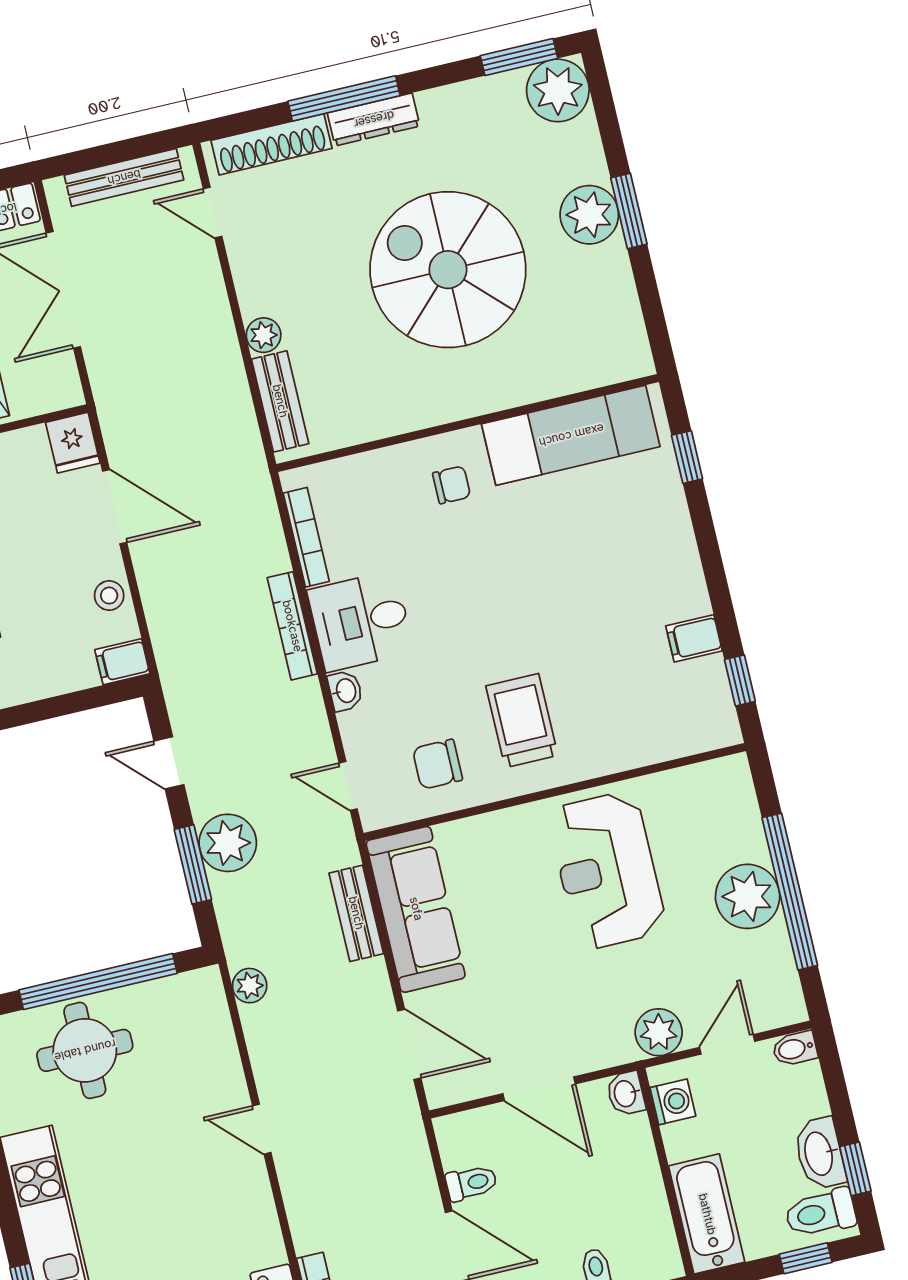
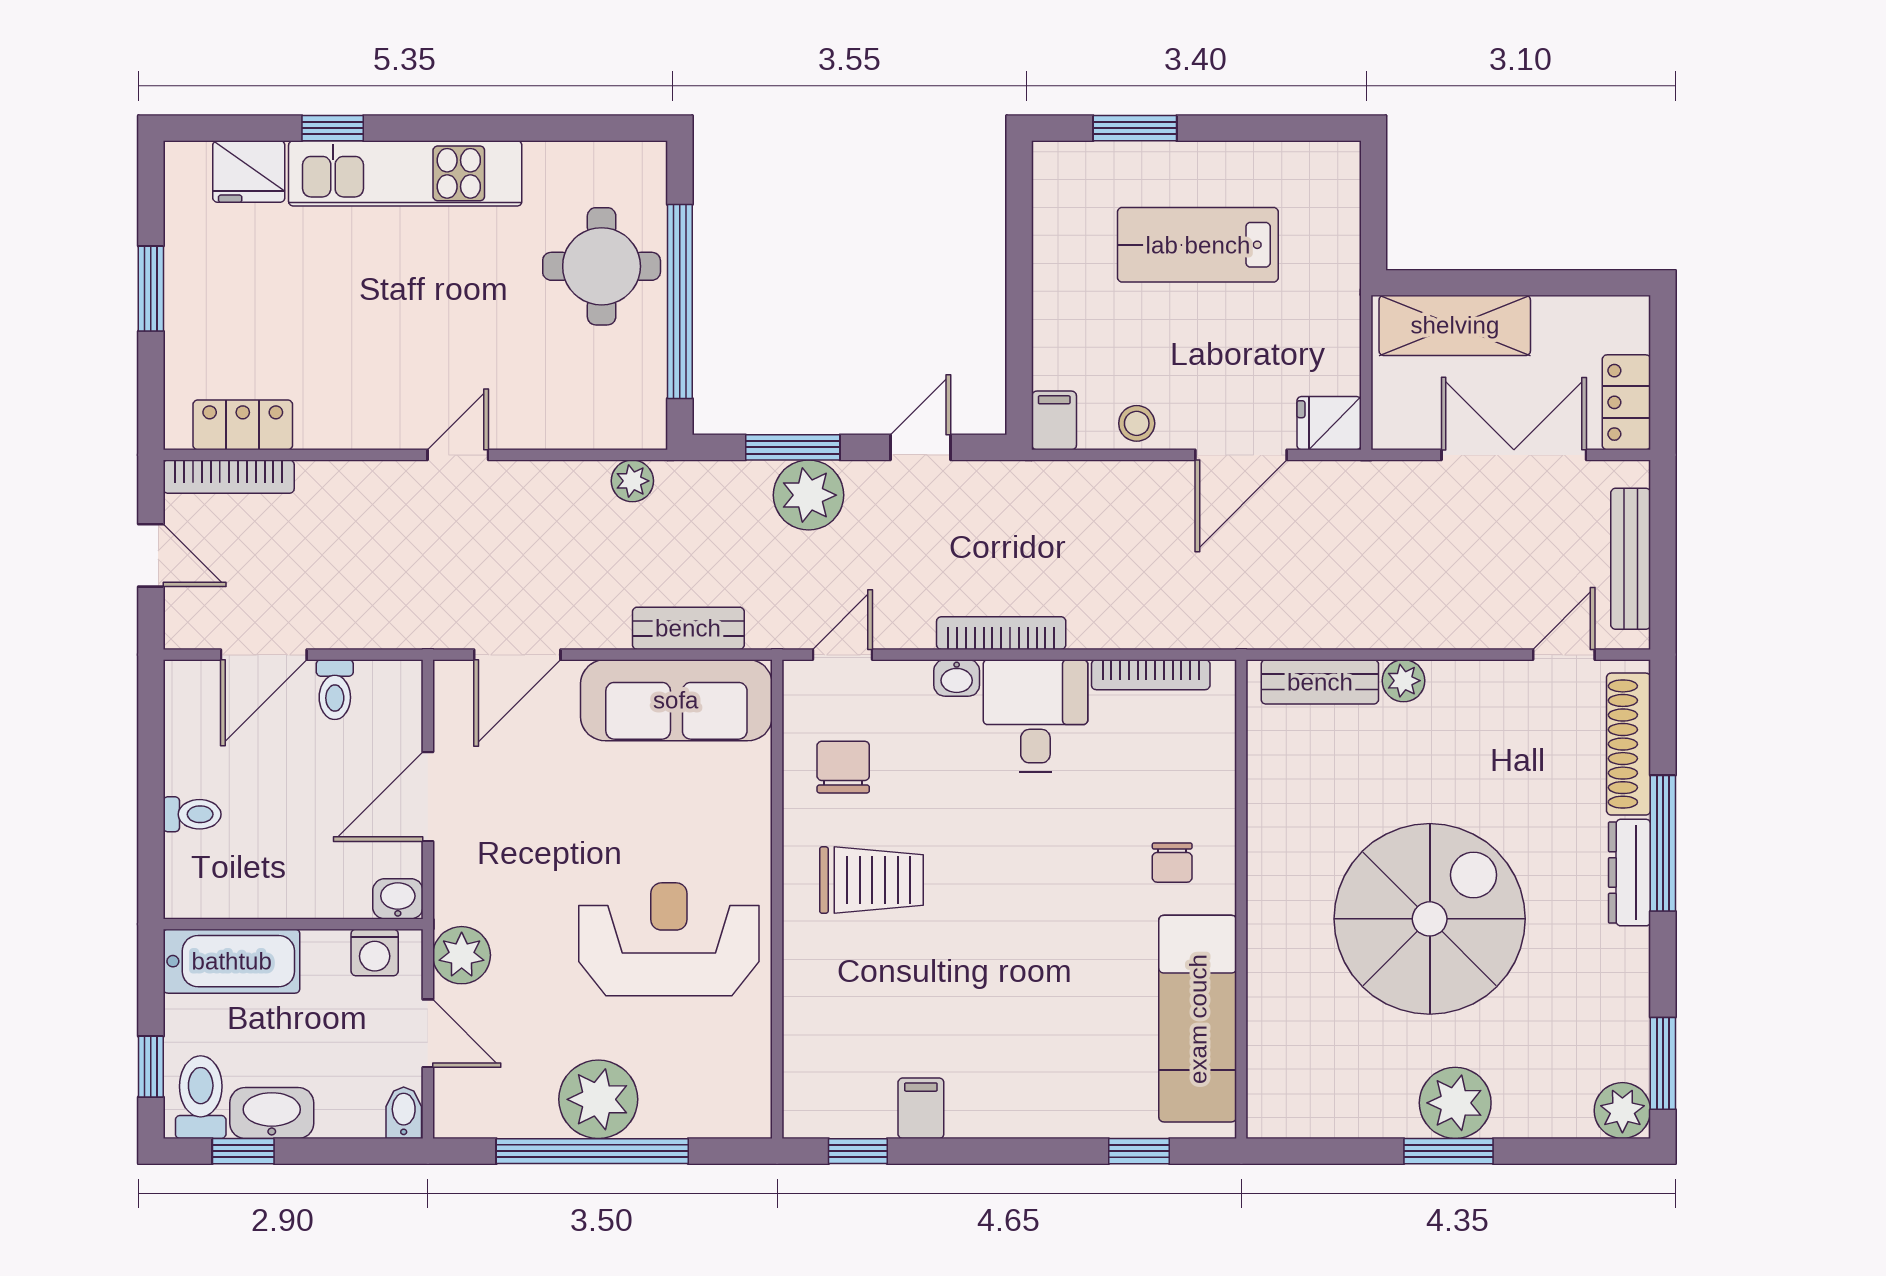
plant: (558, 90) -> (1622, 1111), width x0.73, depth x0.73
bookcase: (292, 626) -> (1001, 633), moved

